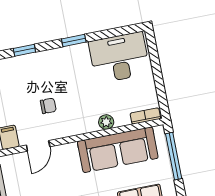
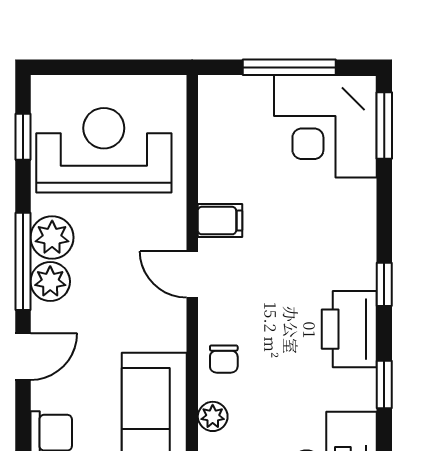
printer: (50, 63) -> (349, 329), added
chair: (48, 106) -> (224, 359), moved

